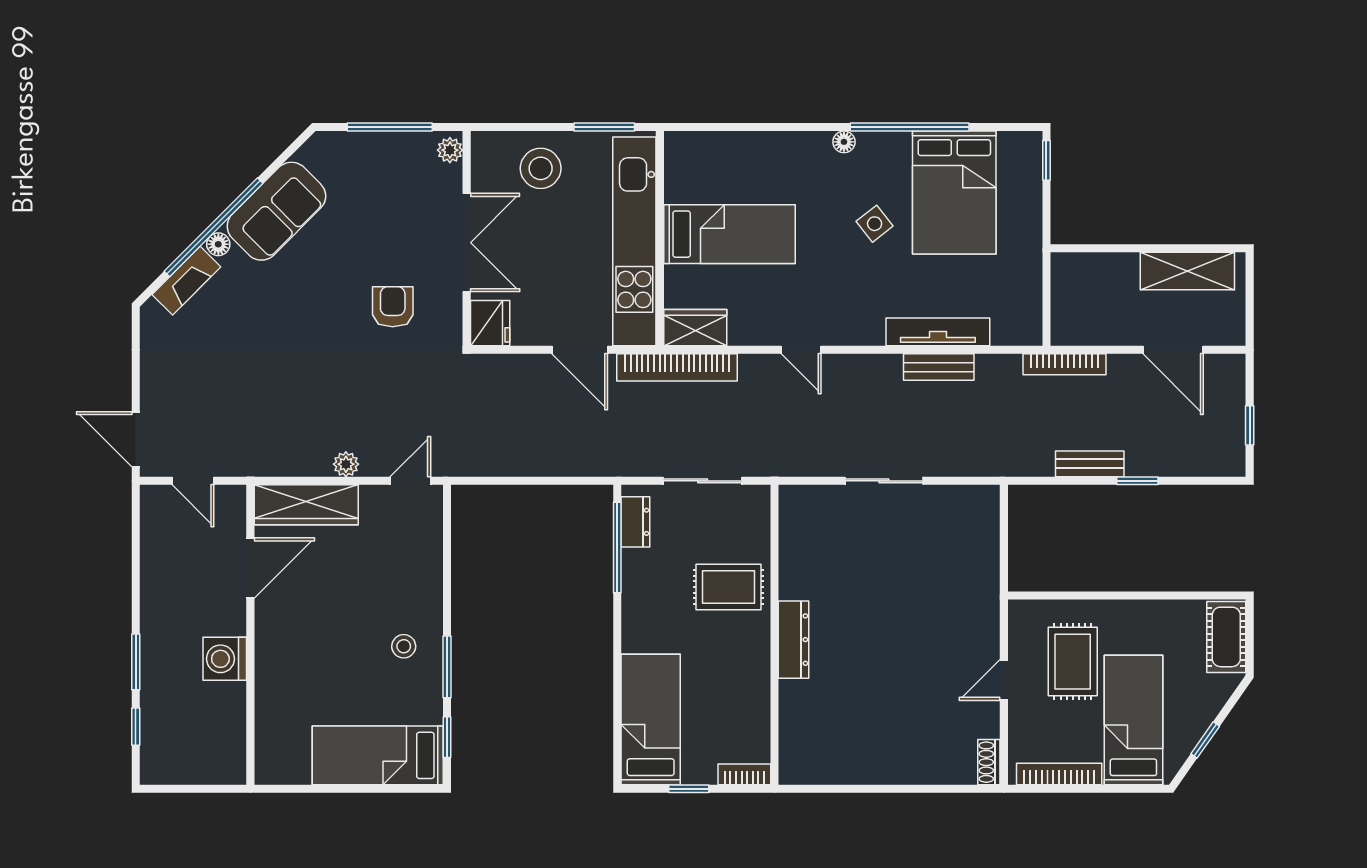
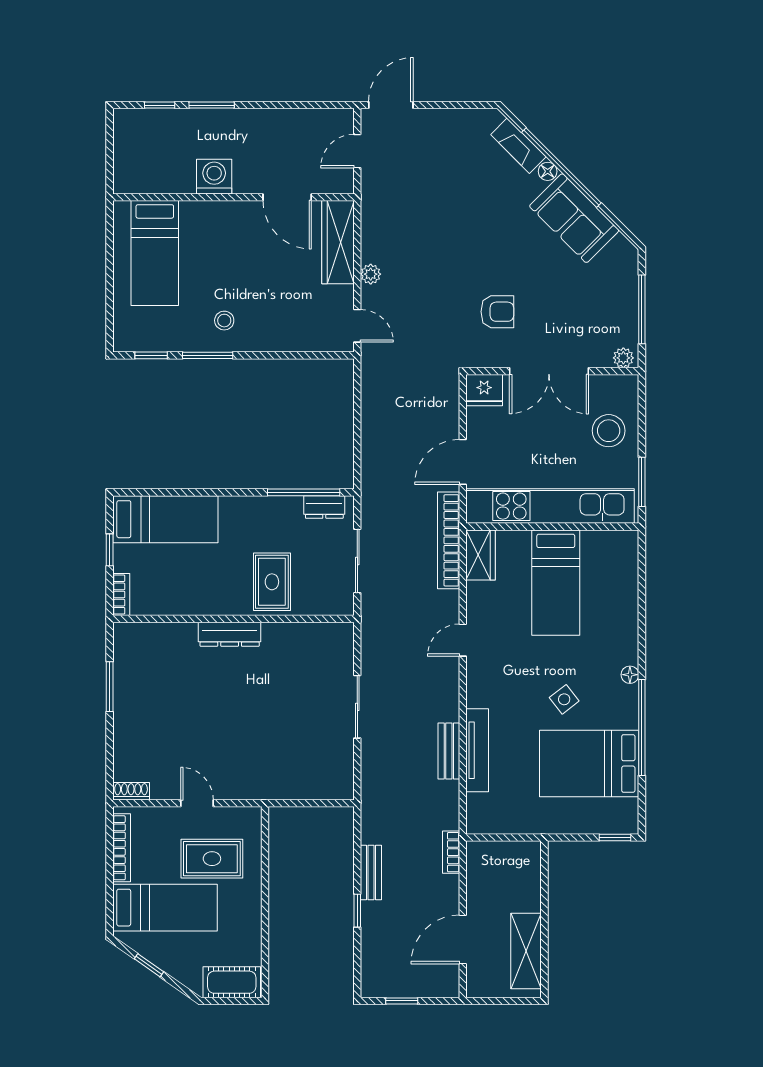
bookcase: (1065, 364) -> (451, 852), width x0.64
bed: (378, 755) -> (155, 253), moved, turned 180
window: (859, 789) -> (110, 687), added

